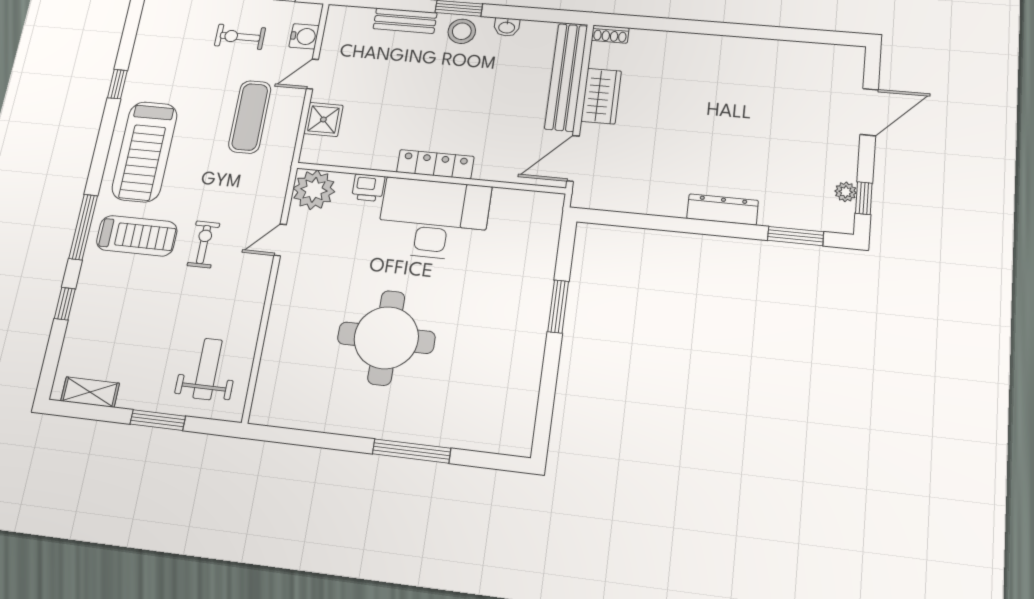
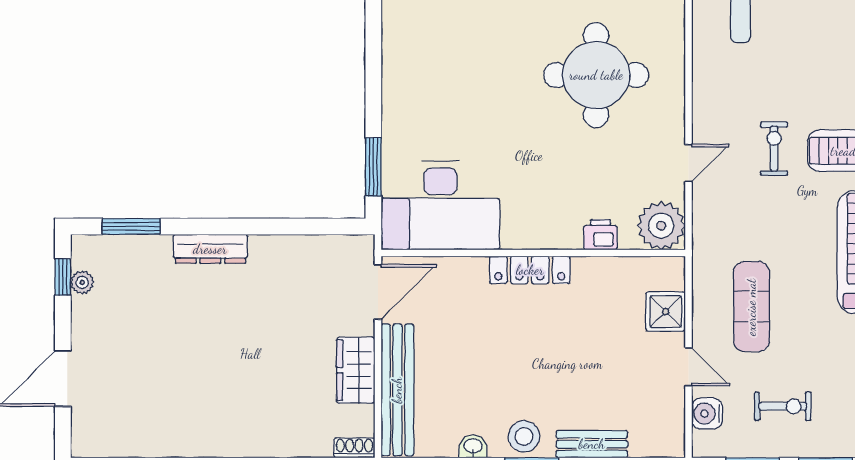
door: (312, 74) -> (688, 367), hinge flipped
desk: (434, 219) -> (440, 205), moved
exercise bike: (203, 244) -> (774, 149), turned 180
window: (558, 306) -> (373, 167), moved
round table: (386, 338) -> (596, 75), moved

